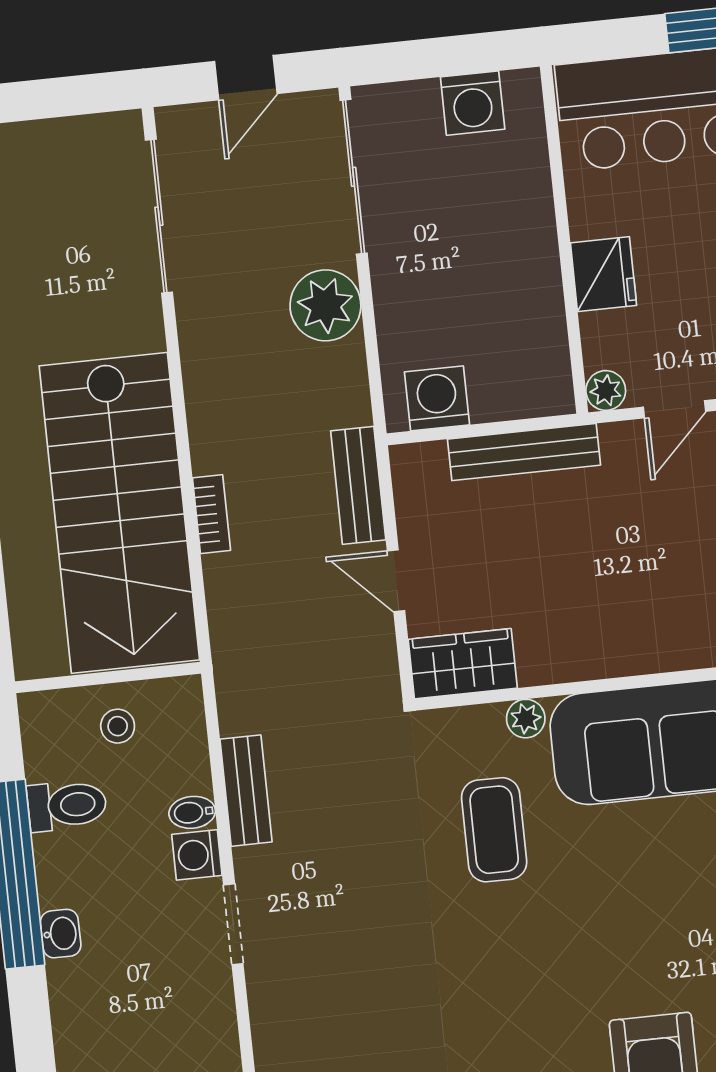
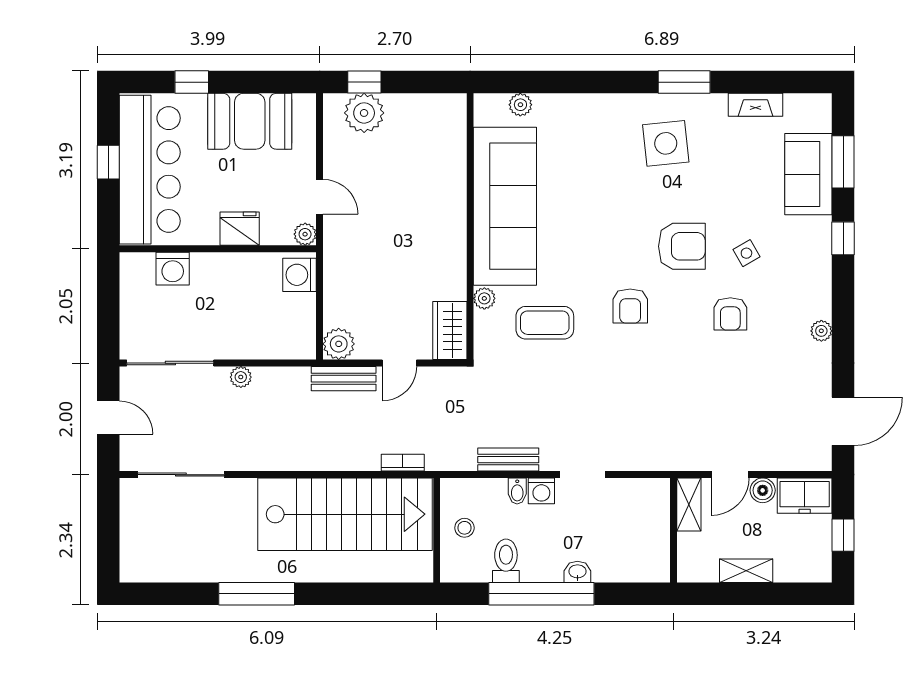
washing machine: (473, 103) -> (173, 269), moved, turned 90
plant: (325, 305) -> (241, 377), width x0.53, depth x0.53
washing machine: (437, 398) -> (300, 275), moved
bench: (524, 452) -> (335, 284), removed
plant: (419, 470) -> (339, 344), added
bookcase: (211, 514) -> (403, 463), moved
armchair: (539, 977) -> (630, 306), added

